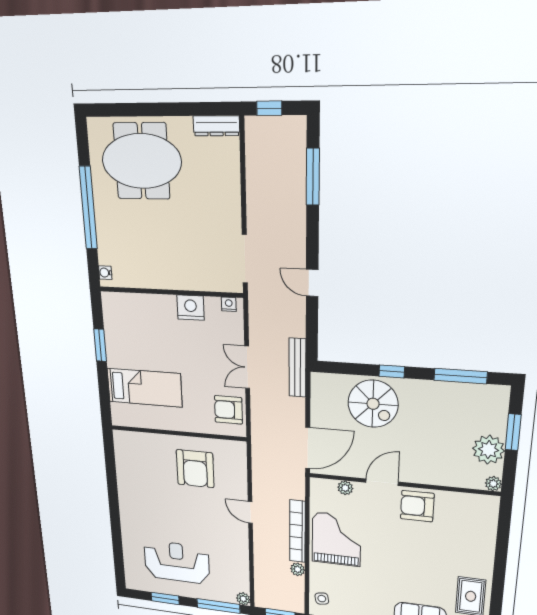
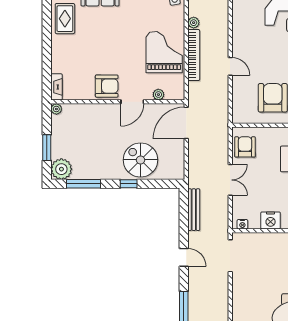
door: (312, 283) -> (184, 257), moved
bench: (297, 368) -> (194, 210), moved
armchair: (228, 410) -> (245, 147), turned -90
plant: (489, 450) -> (61, 169), moved
fireplace: (490, 513) -> (56, 87), added
grand piano: (336, 539) -> (164, 52), turned 180

